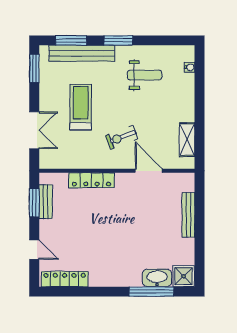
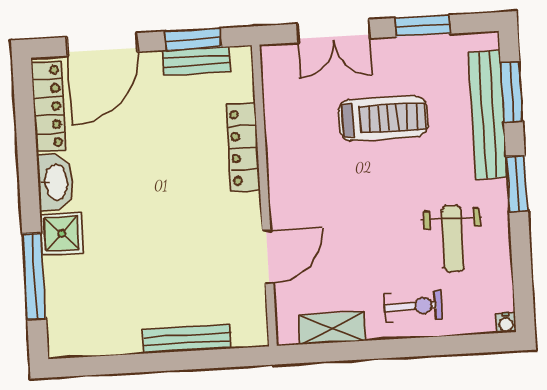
water cooler: (190, 67) -> (506, 323), moved
window: (34, 68) -> (423, 26), moved
exercise bike: (122, 137) -> (413, 306), moved, turned 111
door: (34, 250) -> (102, 44), width x1.87
shower: (184, 276) -> (62, 233), moved
washbasin: (157, 278) -> (55, 182), moved

